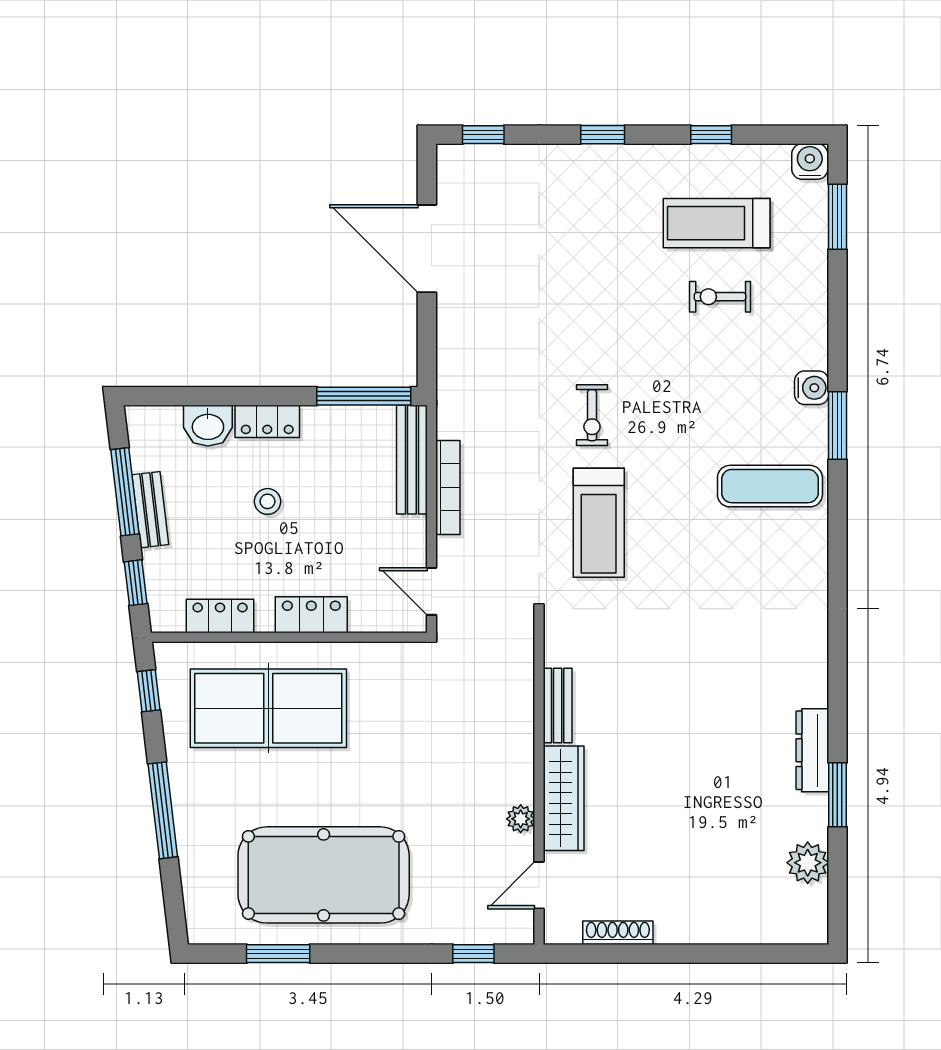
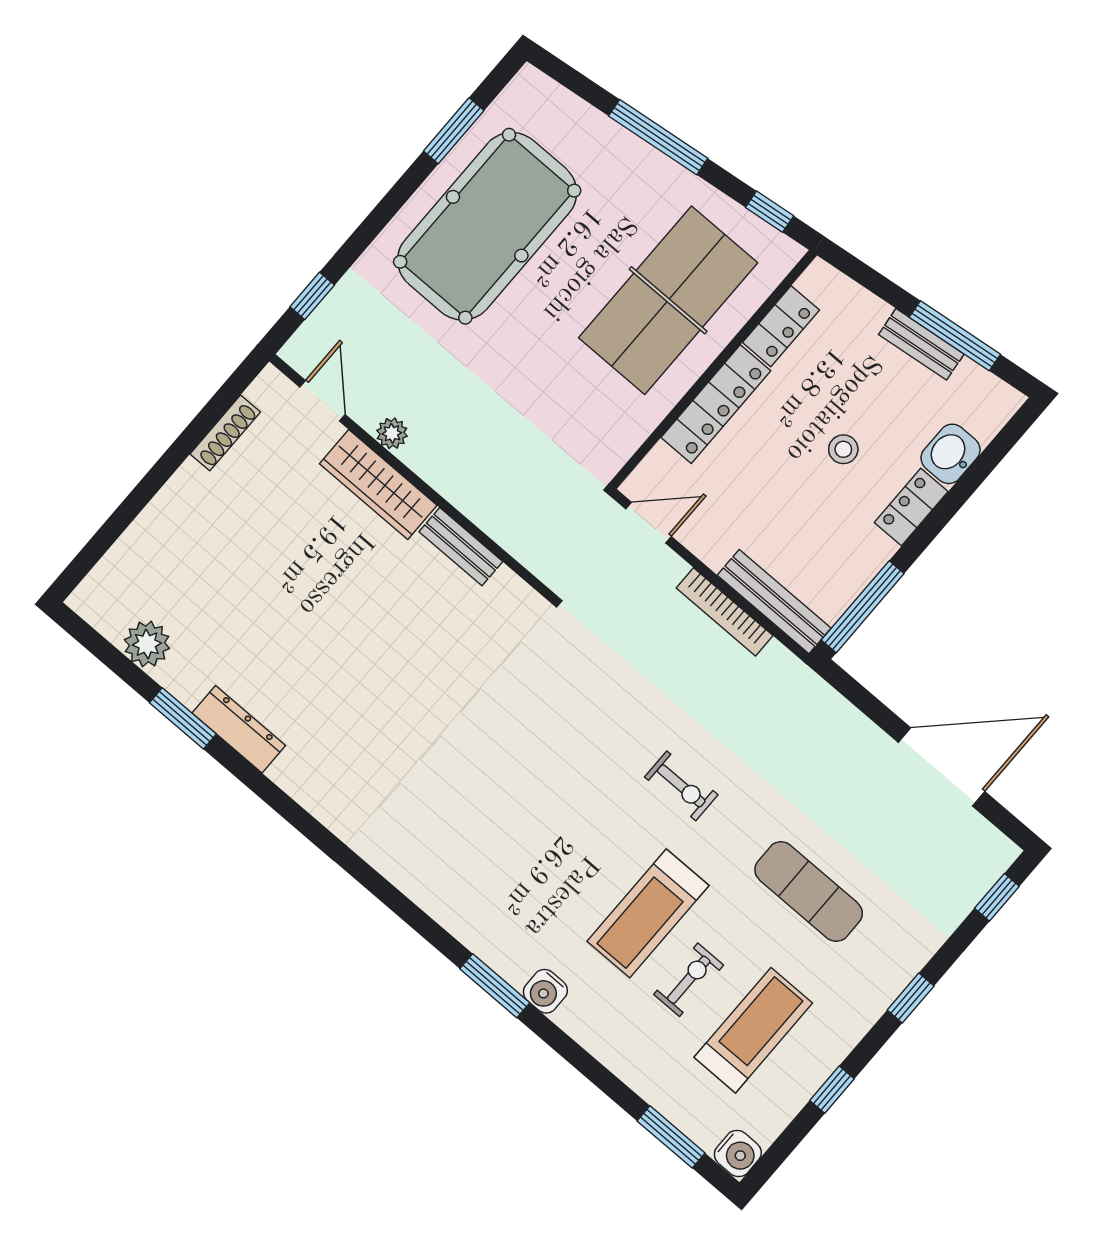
exercise bike: (592, 415) -> (681, 786), turned 180
exercise mat: (770, 486) -> (809, 892), moved, turned 90
treadmill: (599, 523) -> (648, 913), moved, turned -90
window: (136, 583) -> (870, 279), removed
locker: (311, 615) -> (716, 404), width x1.53

